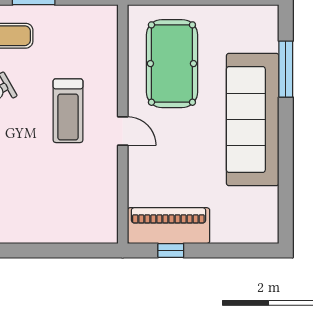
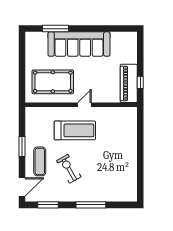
treadmill: (68, 111) -> (75, 130), width x1.37, depth x1.38

